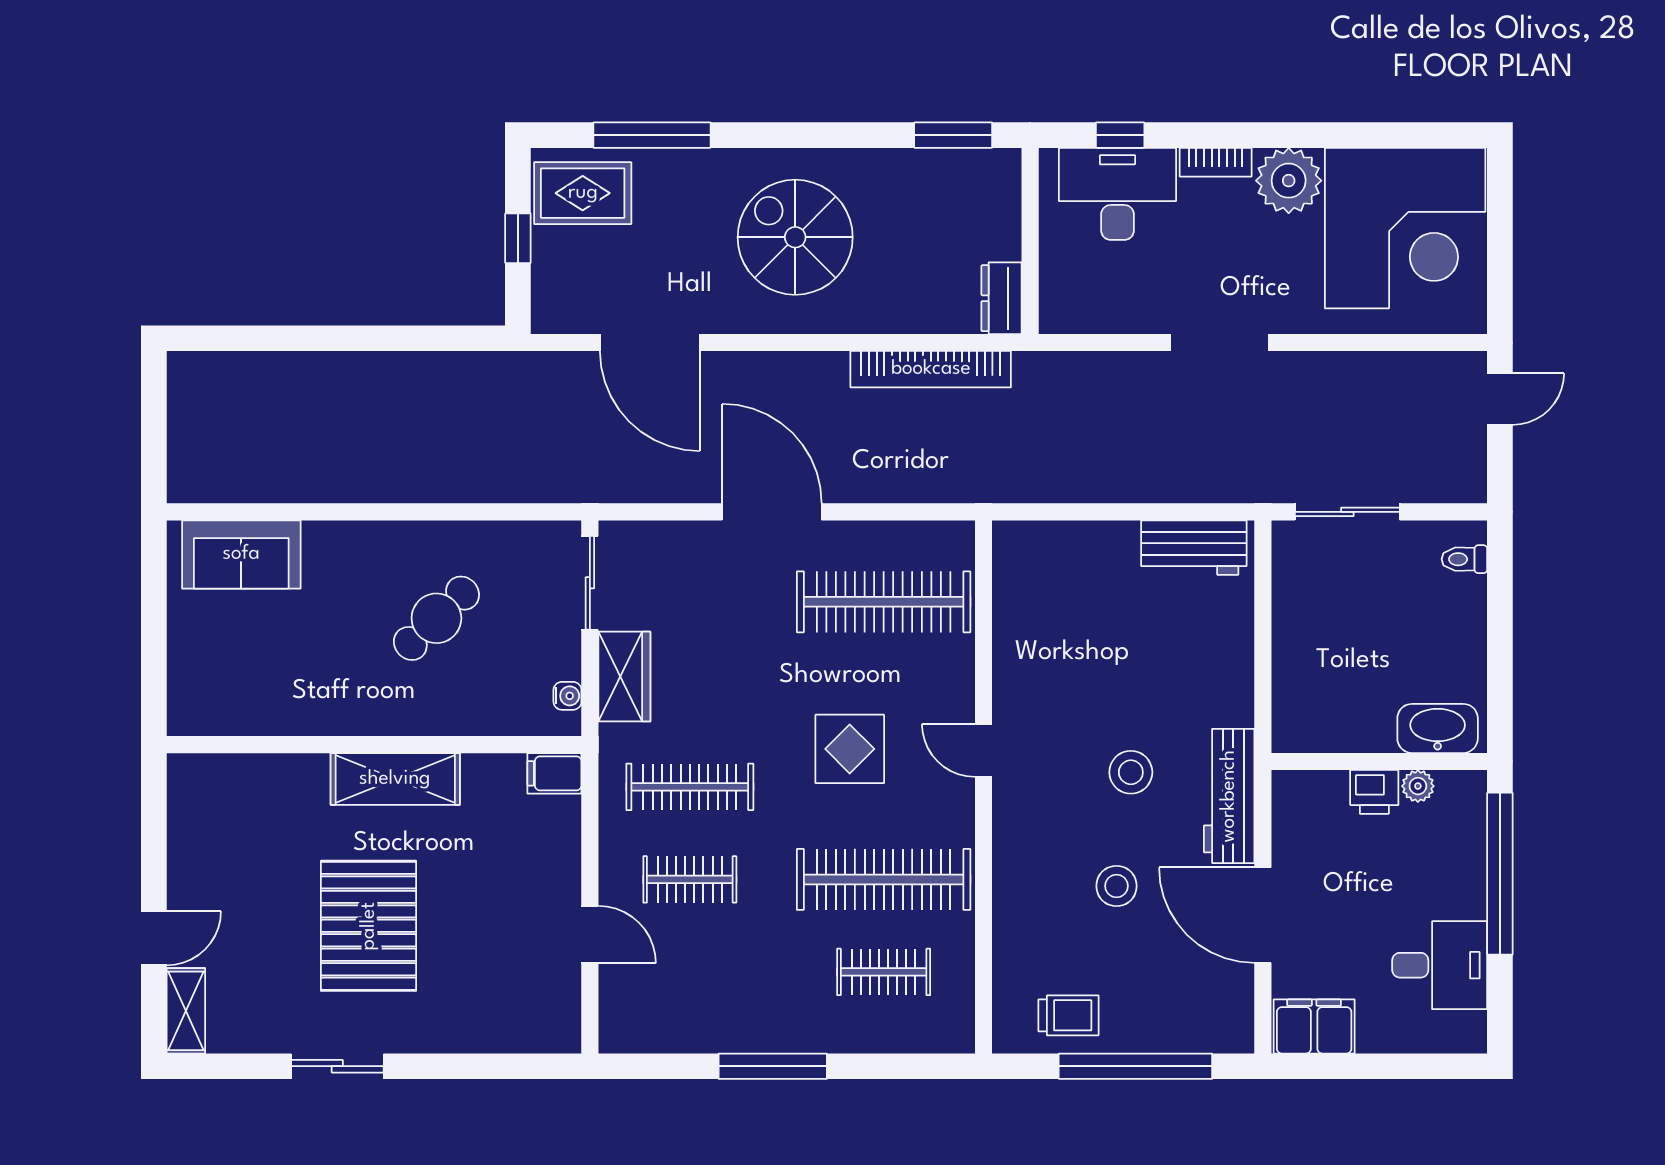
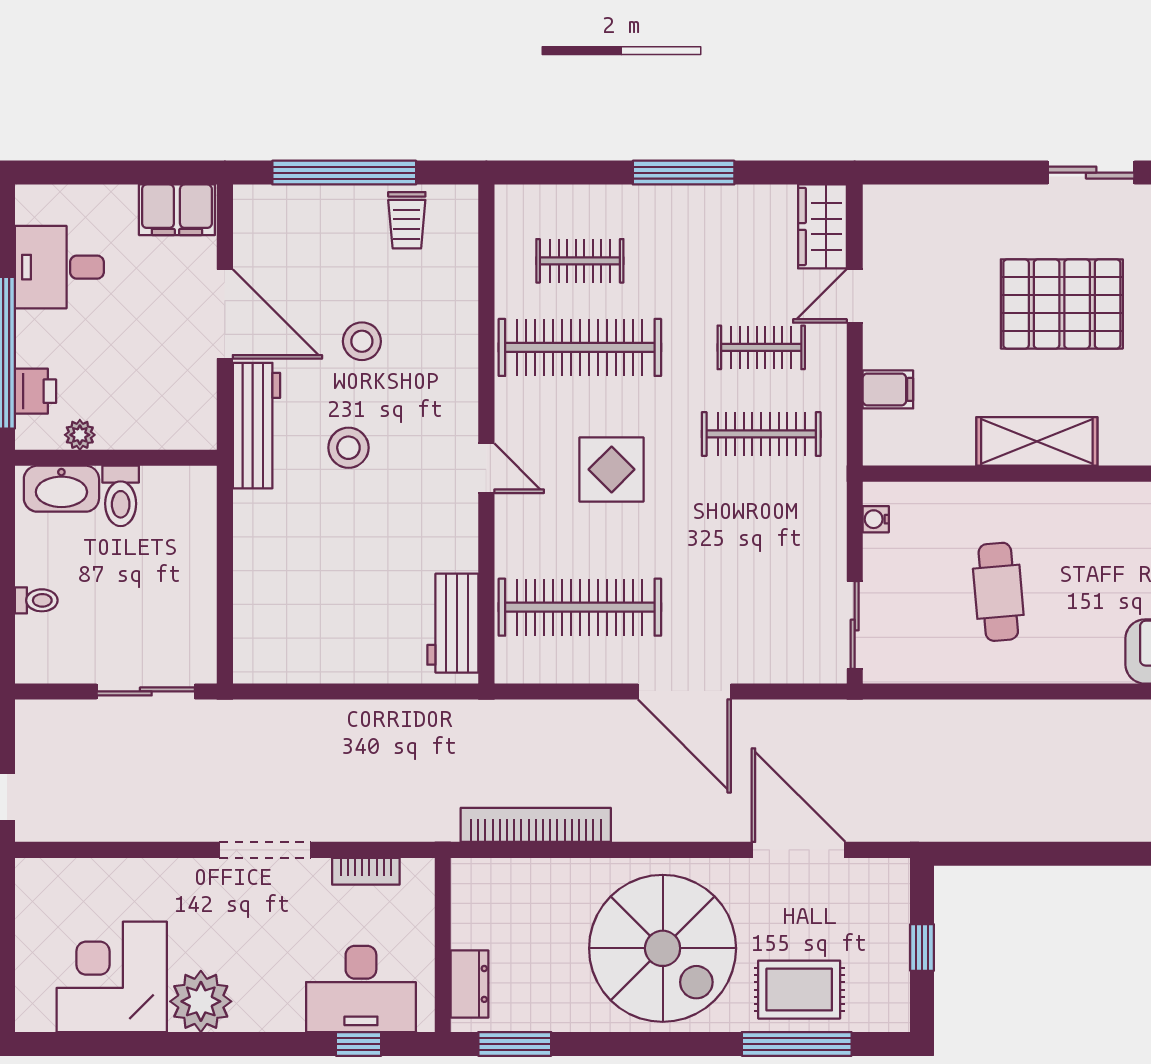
bookcase: (1216, 162) -> (366, 871), moved, turned 180
rug: (583, 193) -> (799, 990), moved
corner desk: (1405, 228) -> (112, 977), width x0.74, depth x0.74
spiral stairs: (795, 237) -> (663, 948), width x1.37, depth x1.37
dresser: (1001, 298) -> (470, 984), moved
workbench: (1194, 548) -> (453, 623), moved, turned -90
toilet: (1464, 559) -> (36, 600), moved
cafe table: (436, 618) -> (998, 592), turned -51
wardrobe: (624, 677) -> (822, 226), moved
toilet: (1374, 721) -> (121, 496), added
filing cabinet: (554, 773) -> (888, 389), moved
printer: (1374, 792) -> (36, 391), moved, turned 90
pallet: (369, 926) -> (1062, 304), turned 90
door: (590, 935) -> (855, 296), hinge flipped
trolley: (1068, 1015) -> (407, 220), turned -90

